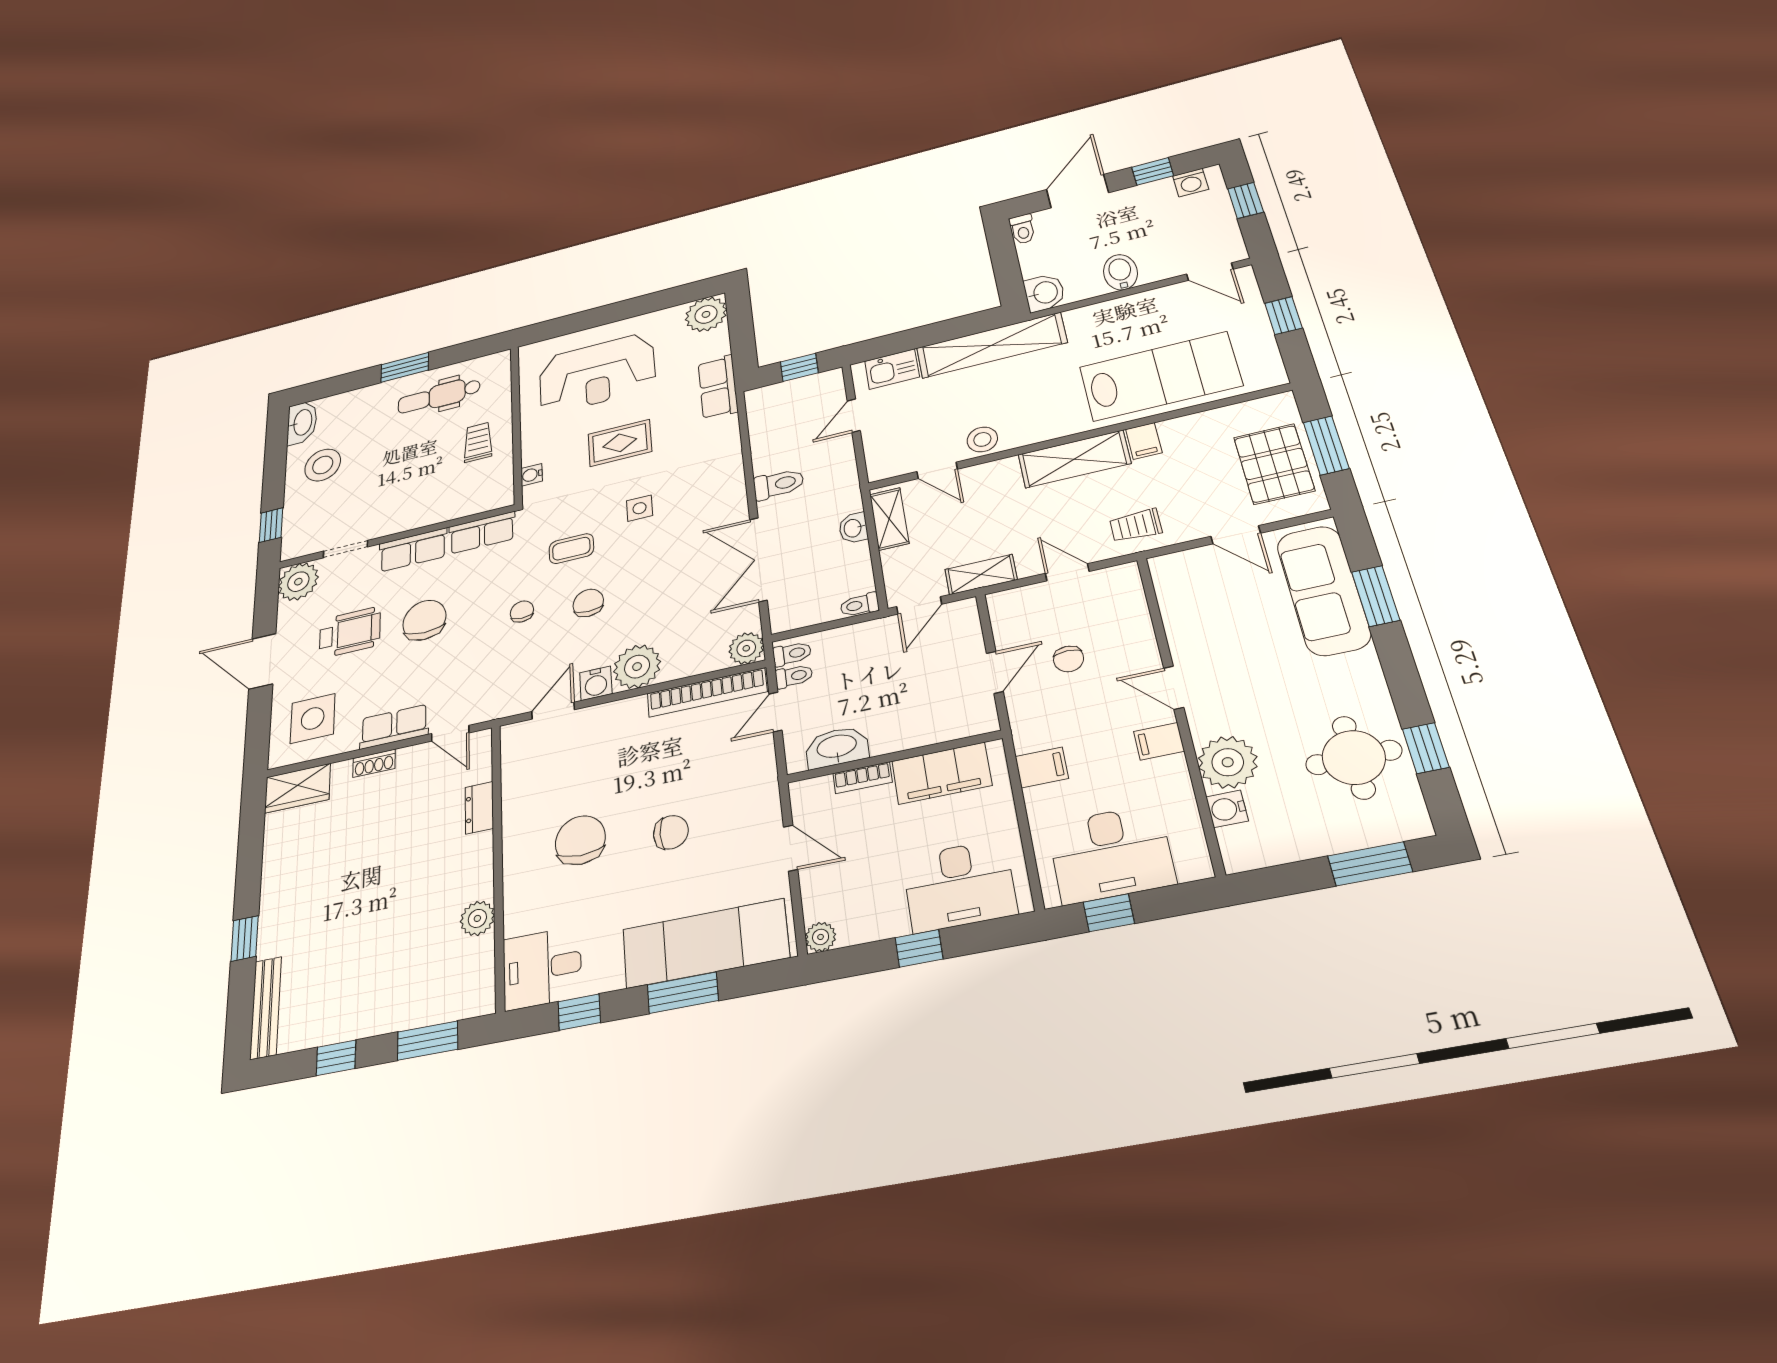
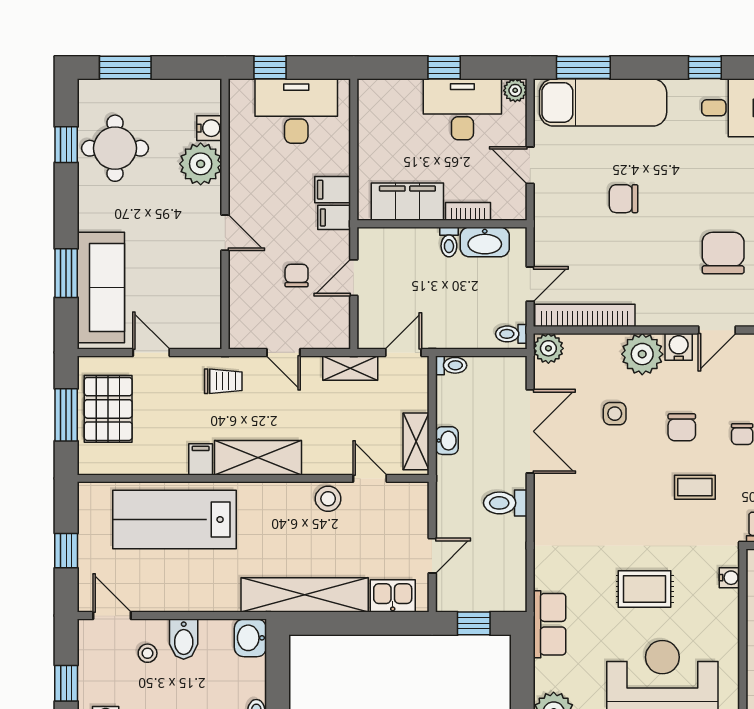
stool: (1159, 250) -> (148, 653), added
side table: (640, 508) -> (615, 414), moved
toilet: (794, 676) -> (449, 242), moved, turned -90
filing cabinet: (1159, 741) -> (334, 217), moved, turned 180
chair: (580, 840) -> (723, 253), moved, turned 180
desk: (959, 886) -> (462, 109), moved
window: (1109, 913) -> (270, 68), moved
window: (683, 993) -> (583, 68), moved

